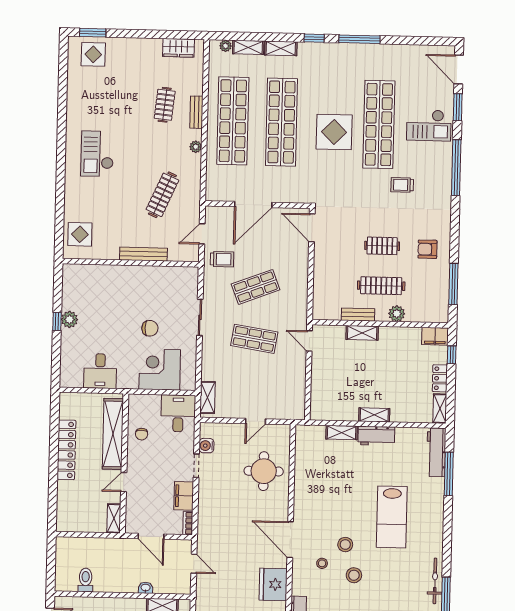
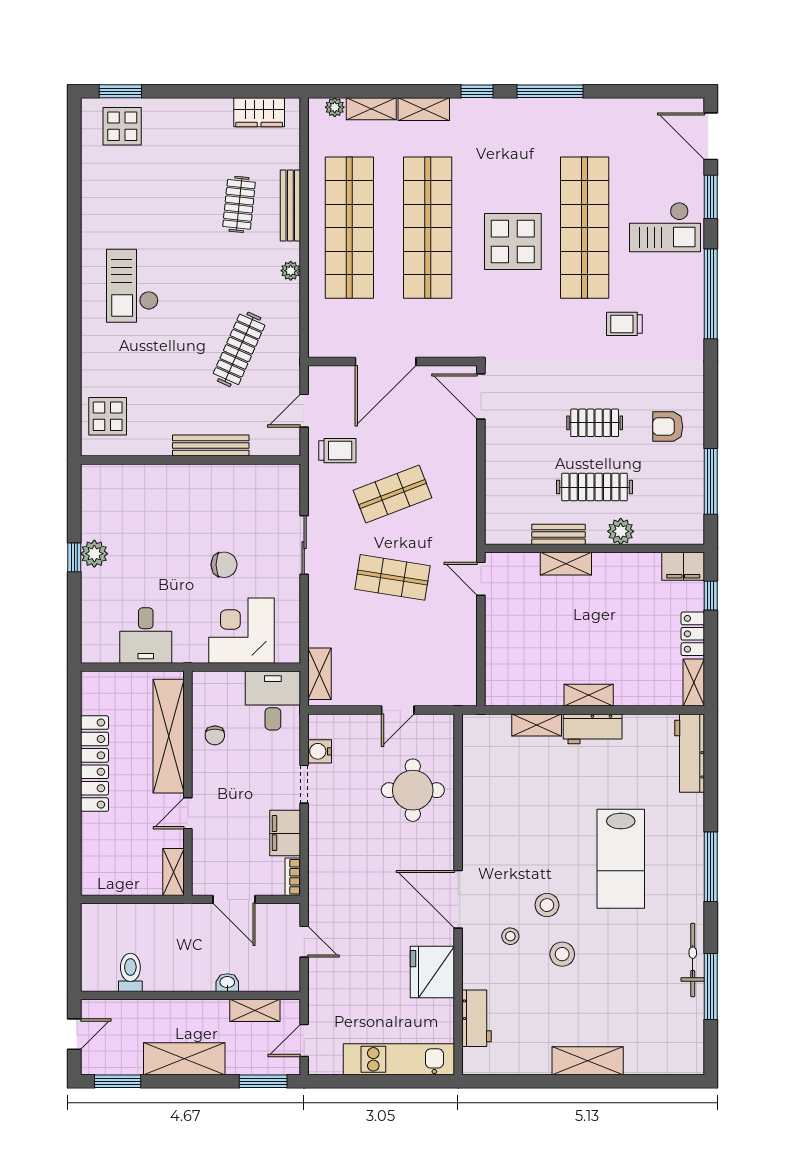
bench: (196, 112) -> (290, 205), width x1.36
window: (449, 474) -> (711, 867), moved

